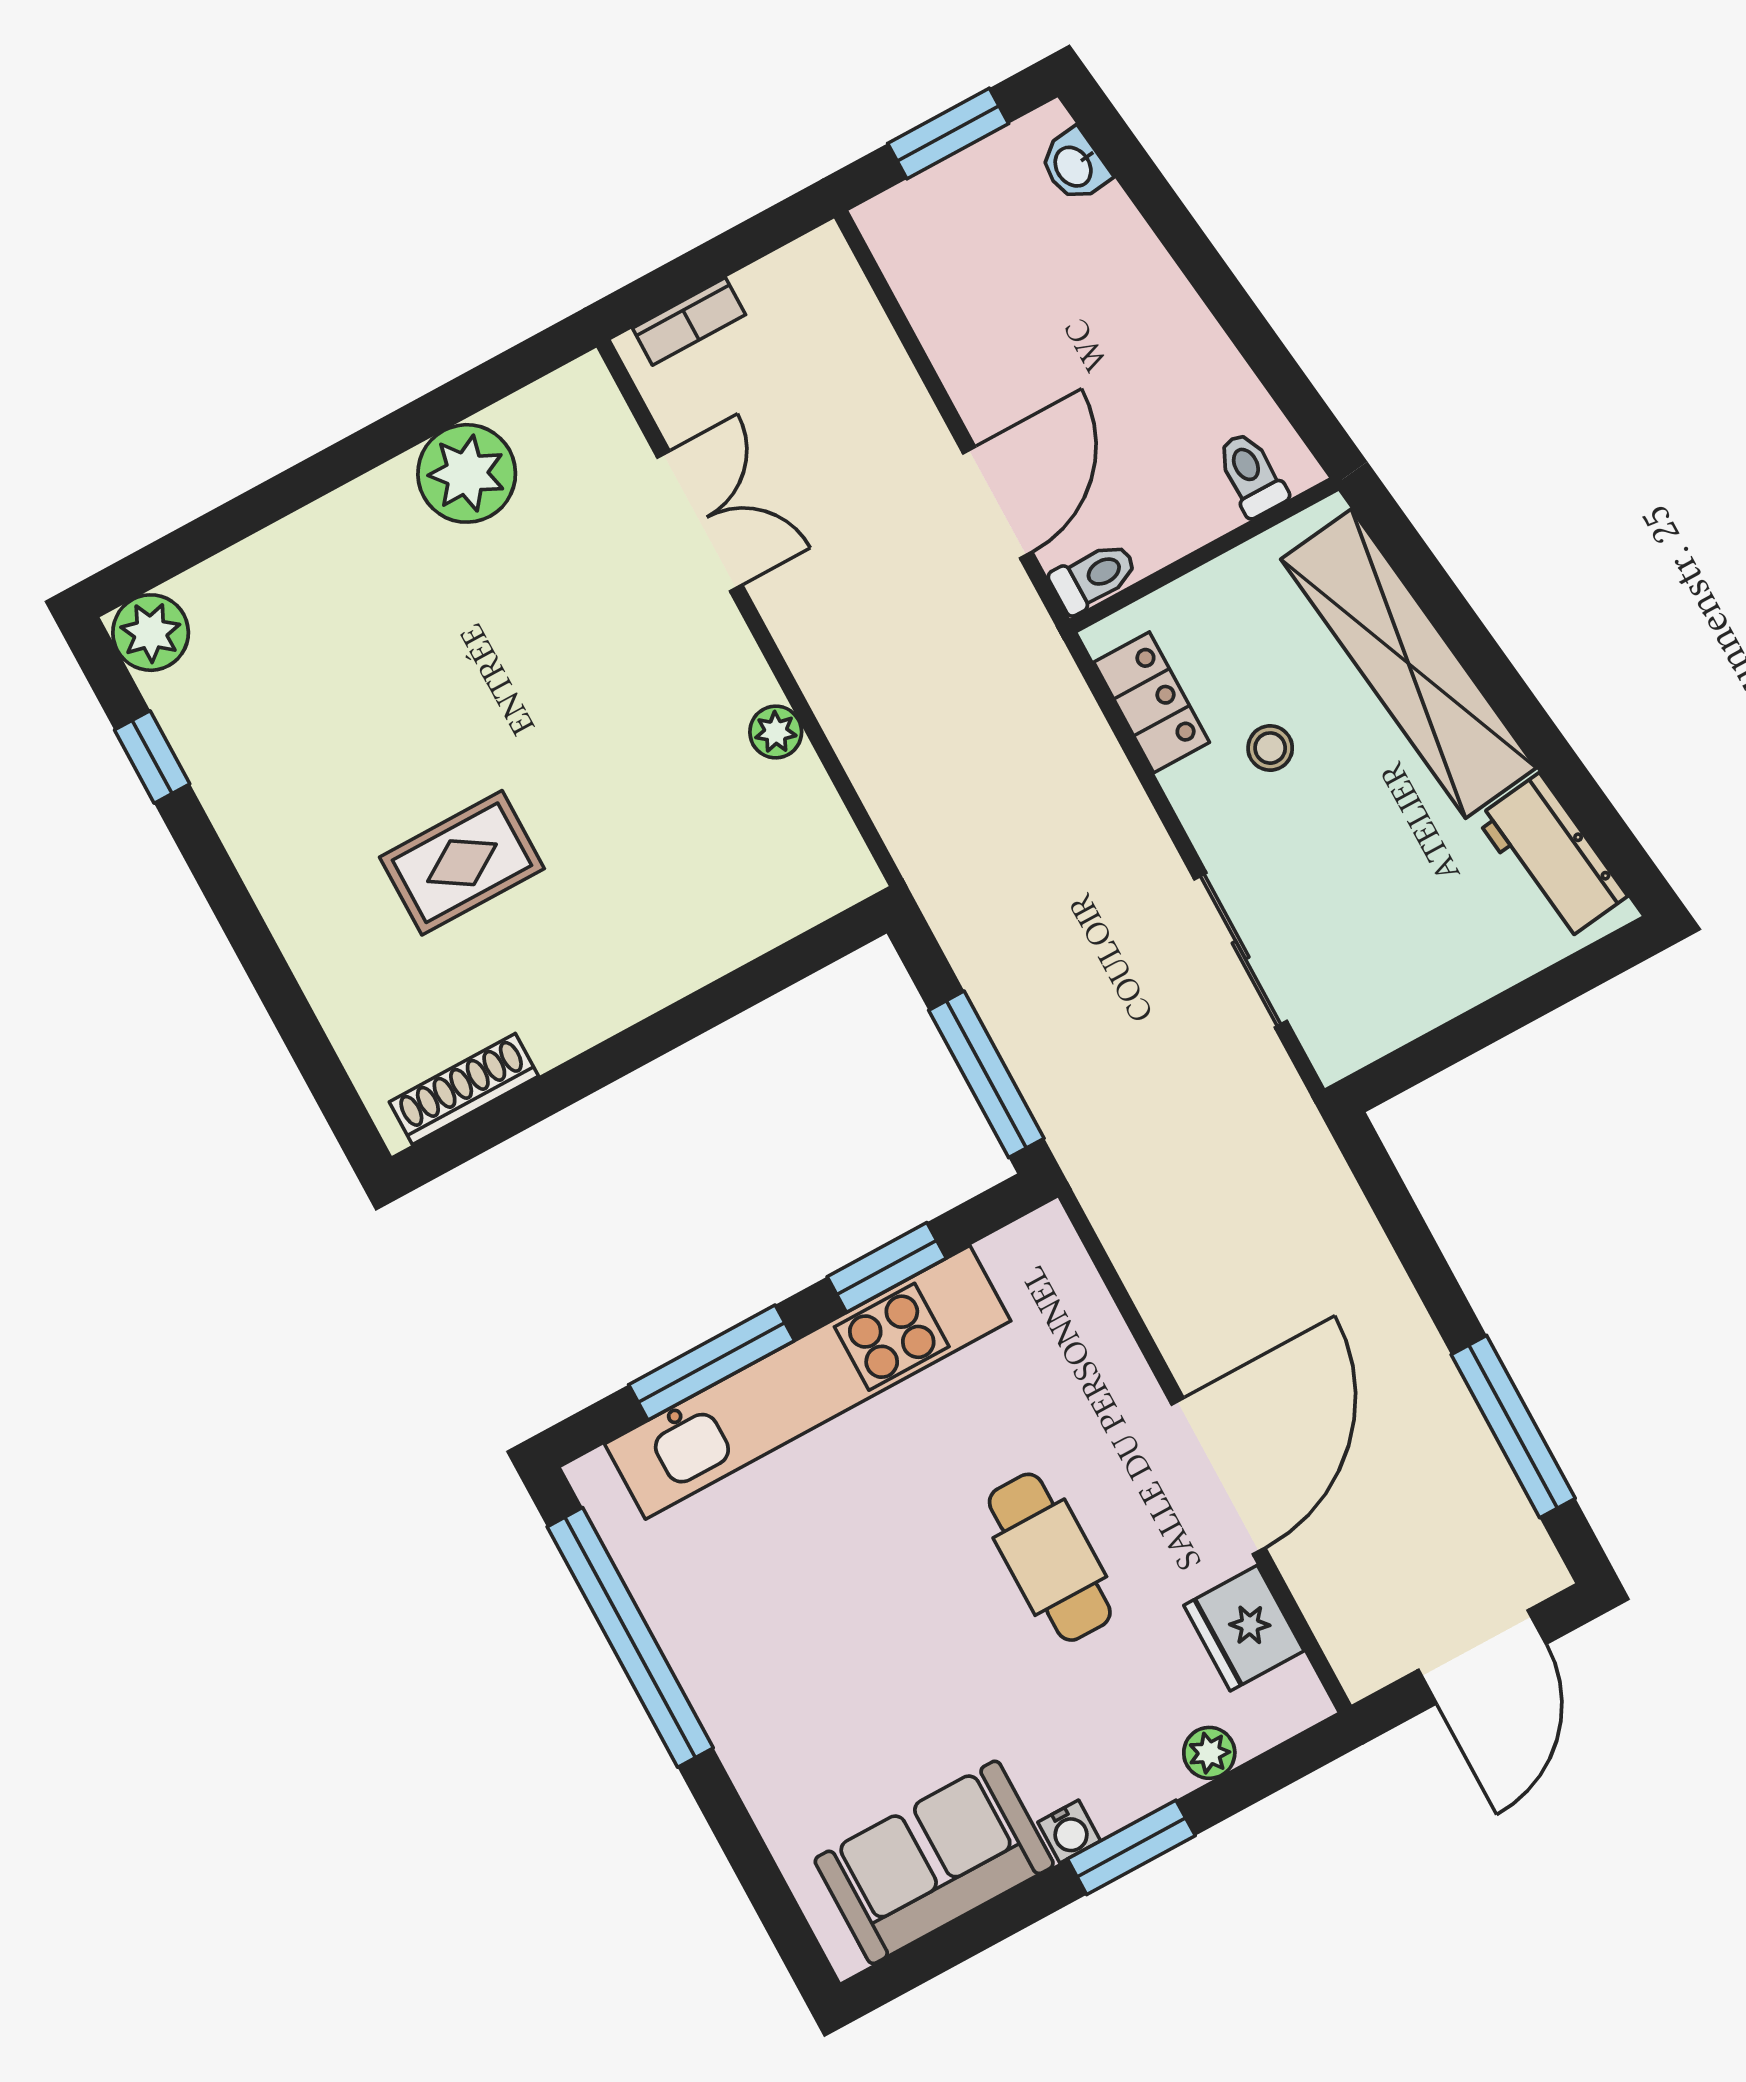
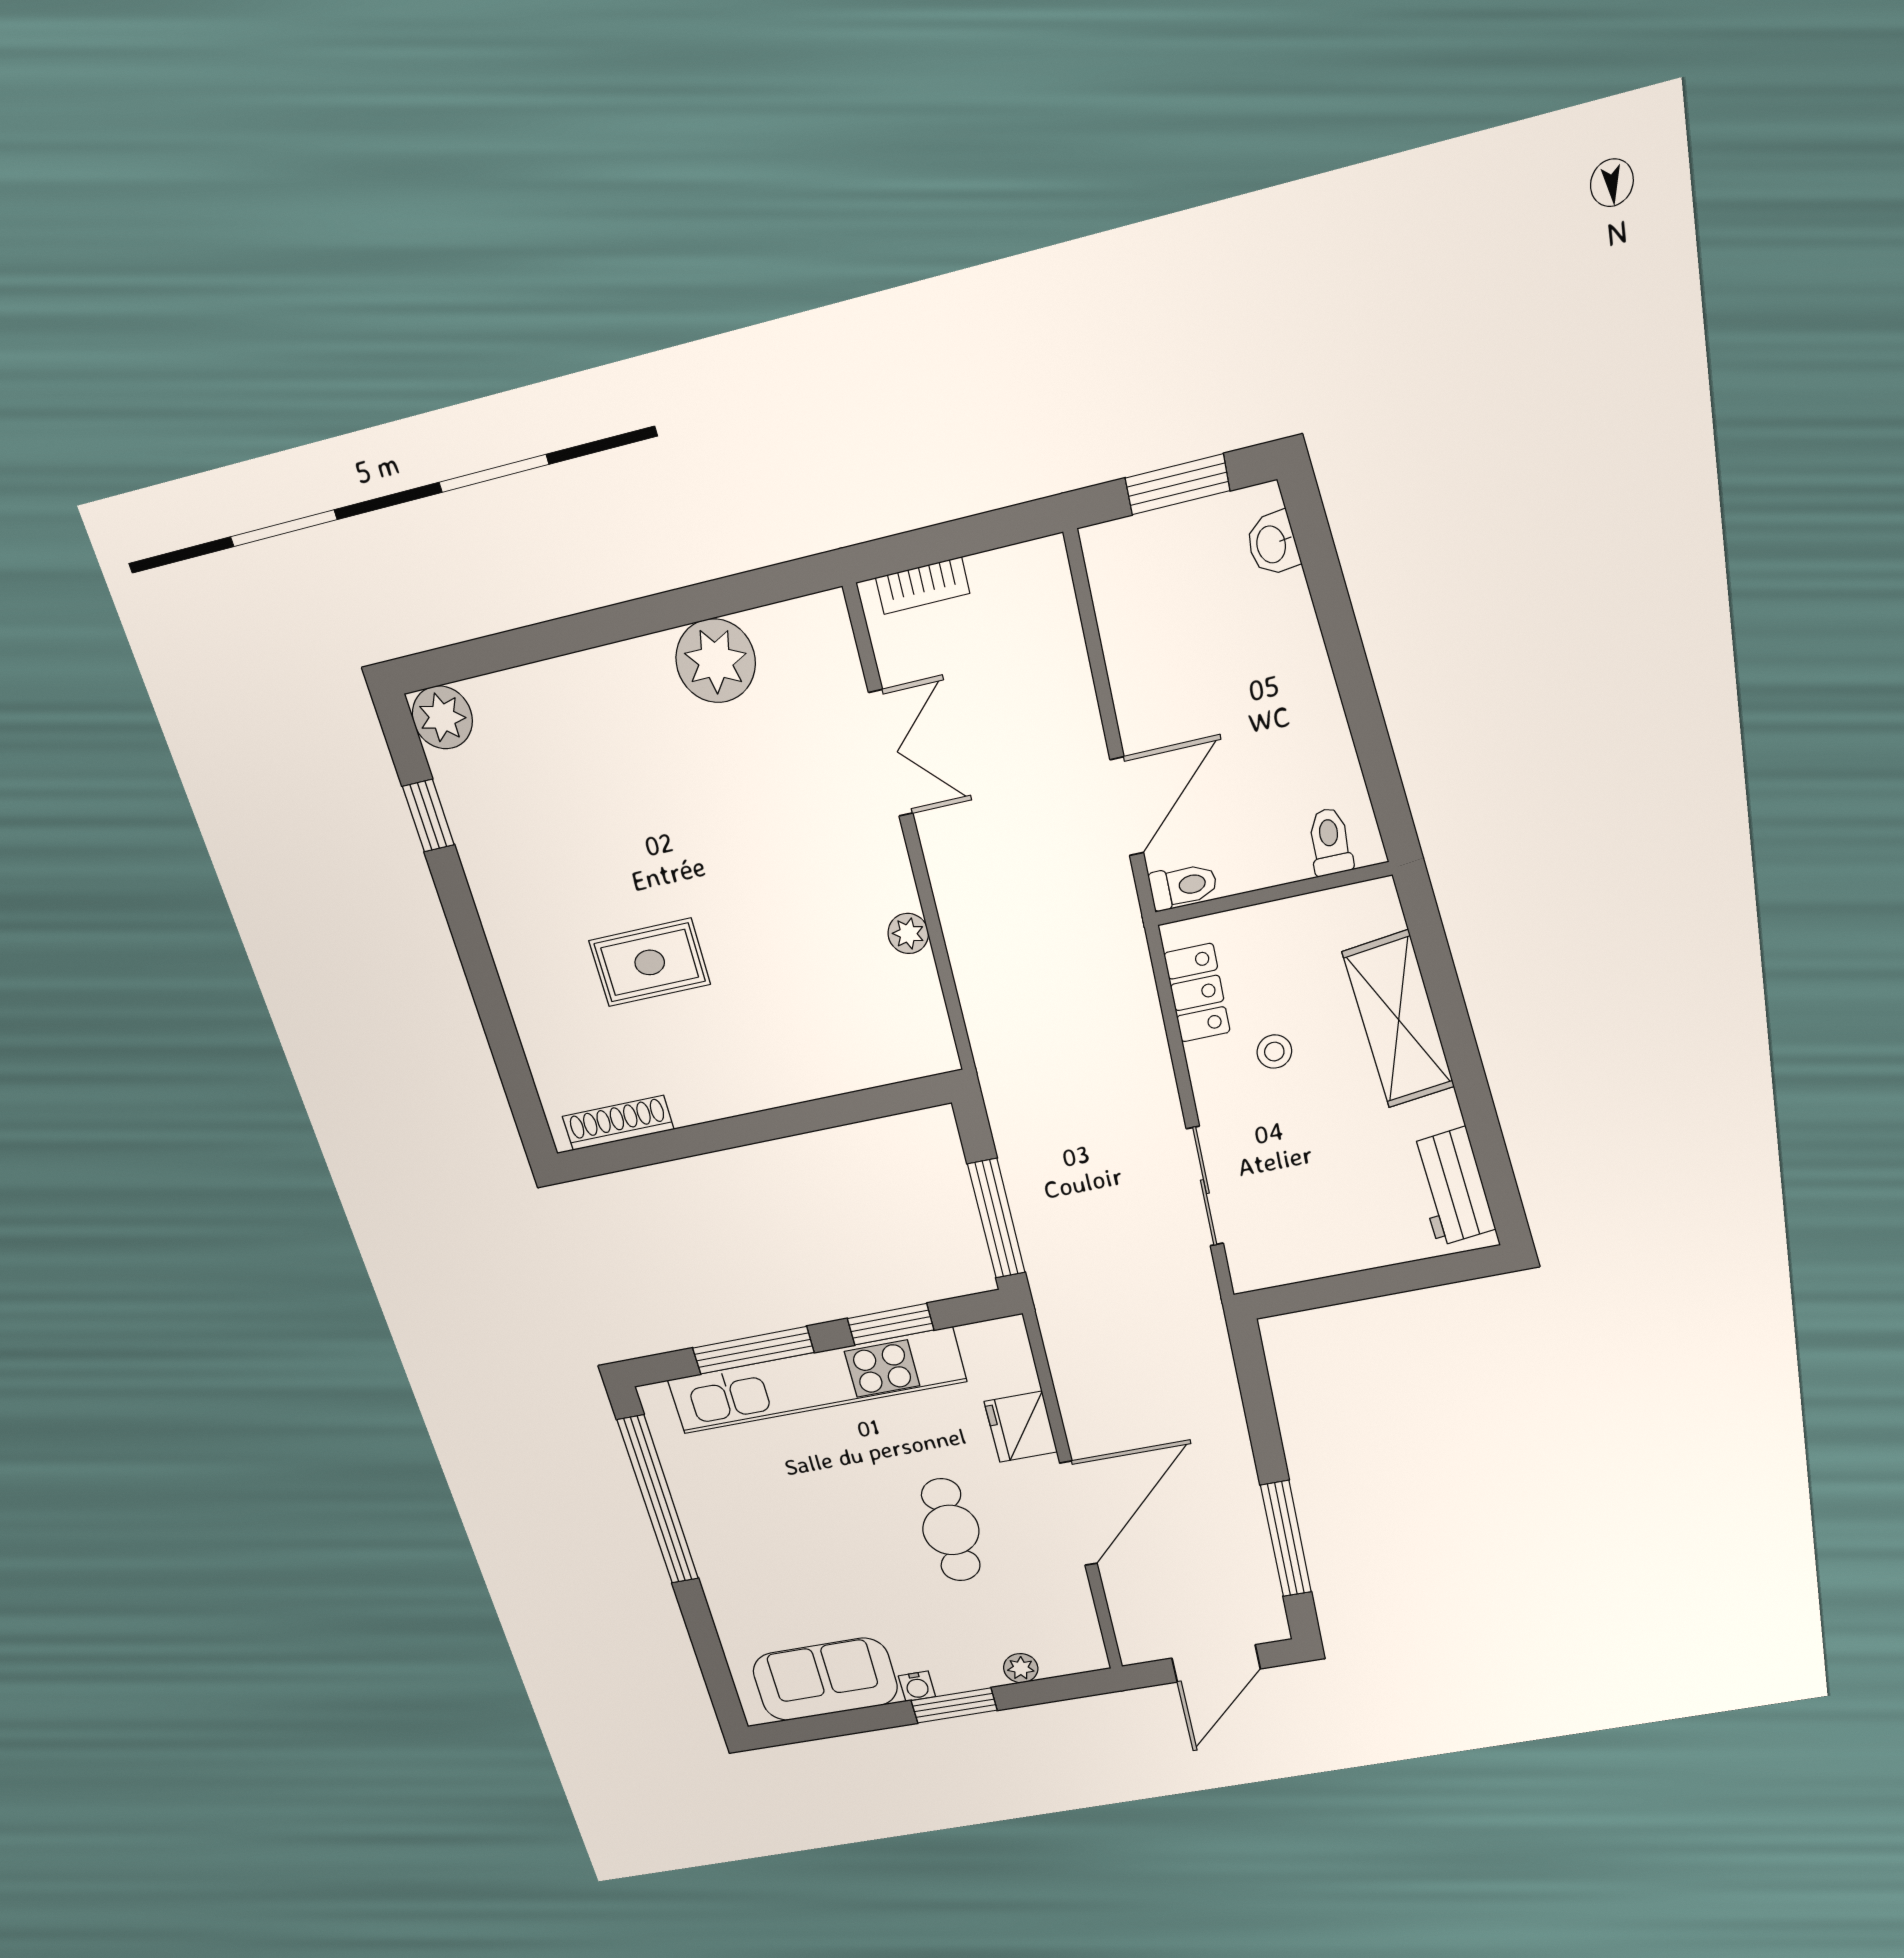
shelving: (1408, 664) -> (1399, 1020), width x0.68
fridge: (1244, 1628) -> (1021, 1427), moved

